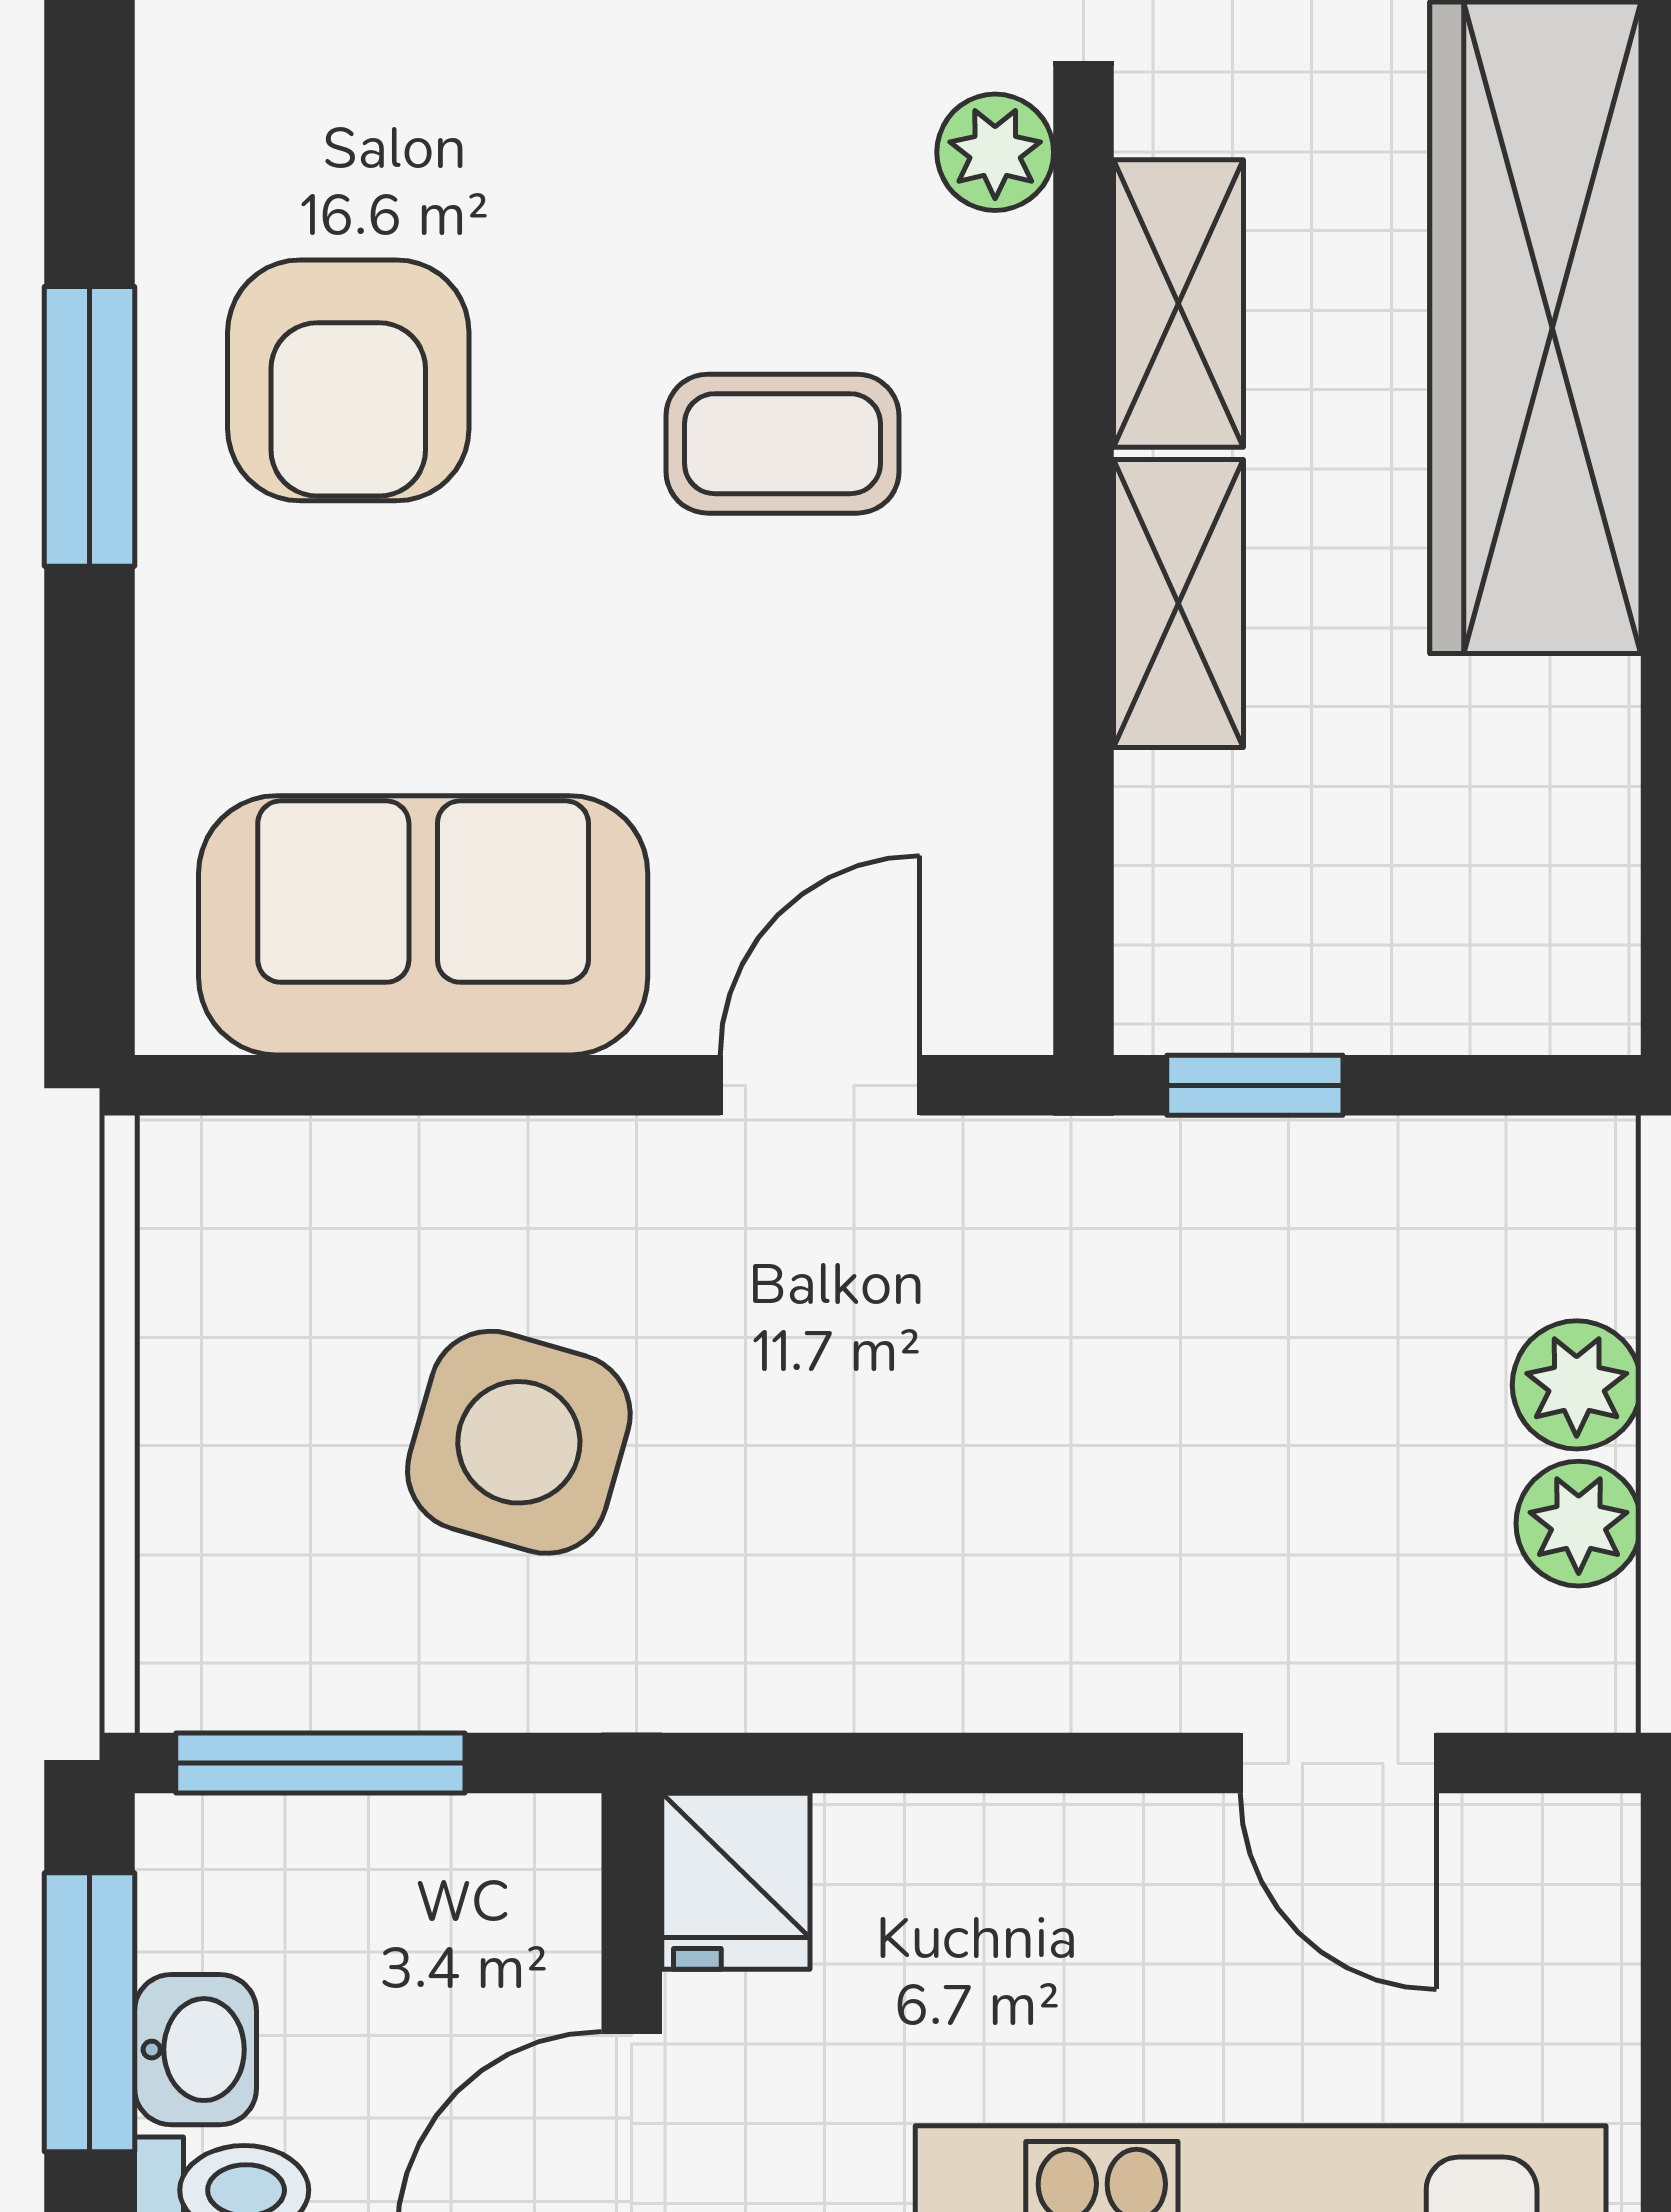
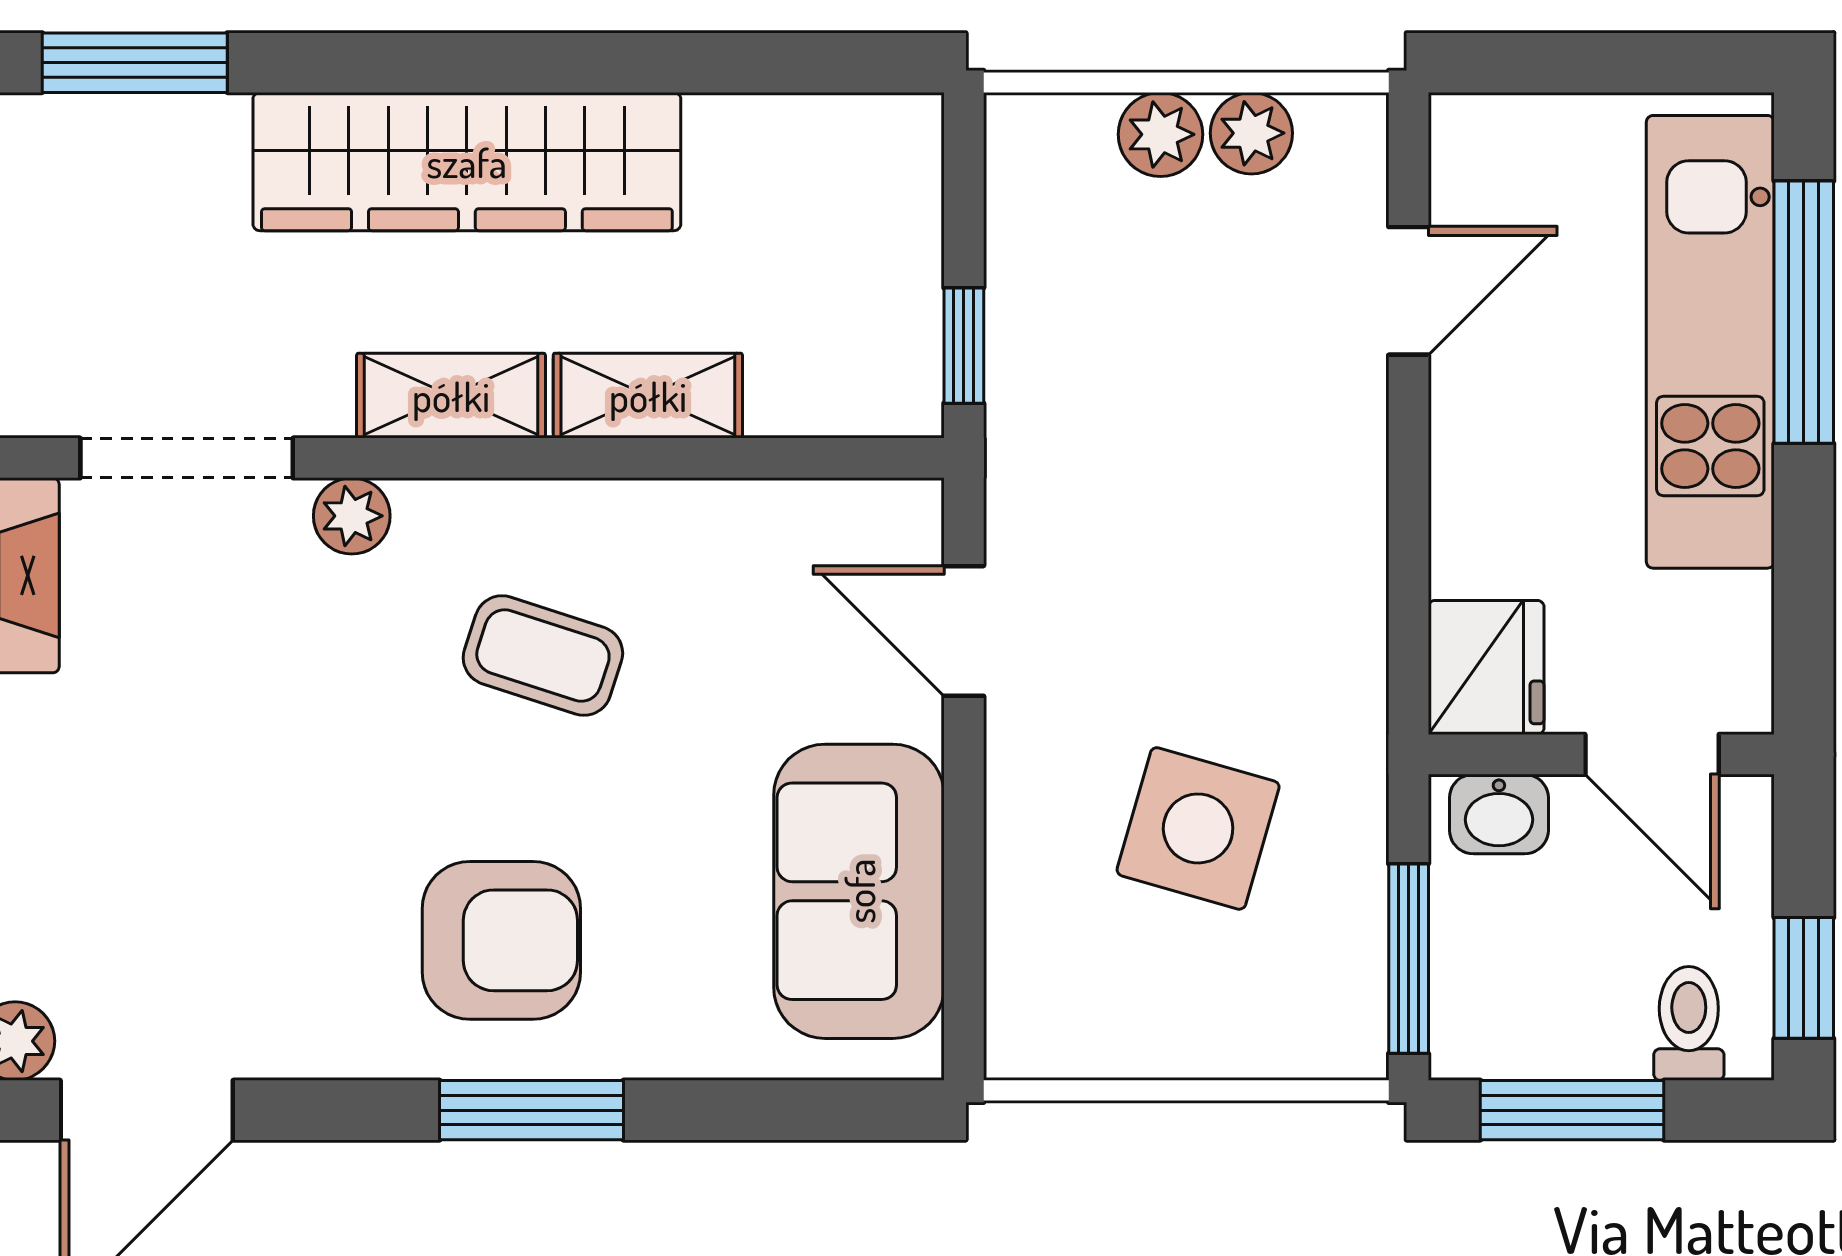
coffee table: (782, 444) -> (543, 656), turned -72
fridge: (736, 1881) -> (1486, 667), width x1.38
washbasin: (196, 2050) -> (1499, 814), moved, turned 180

